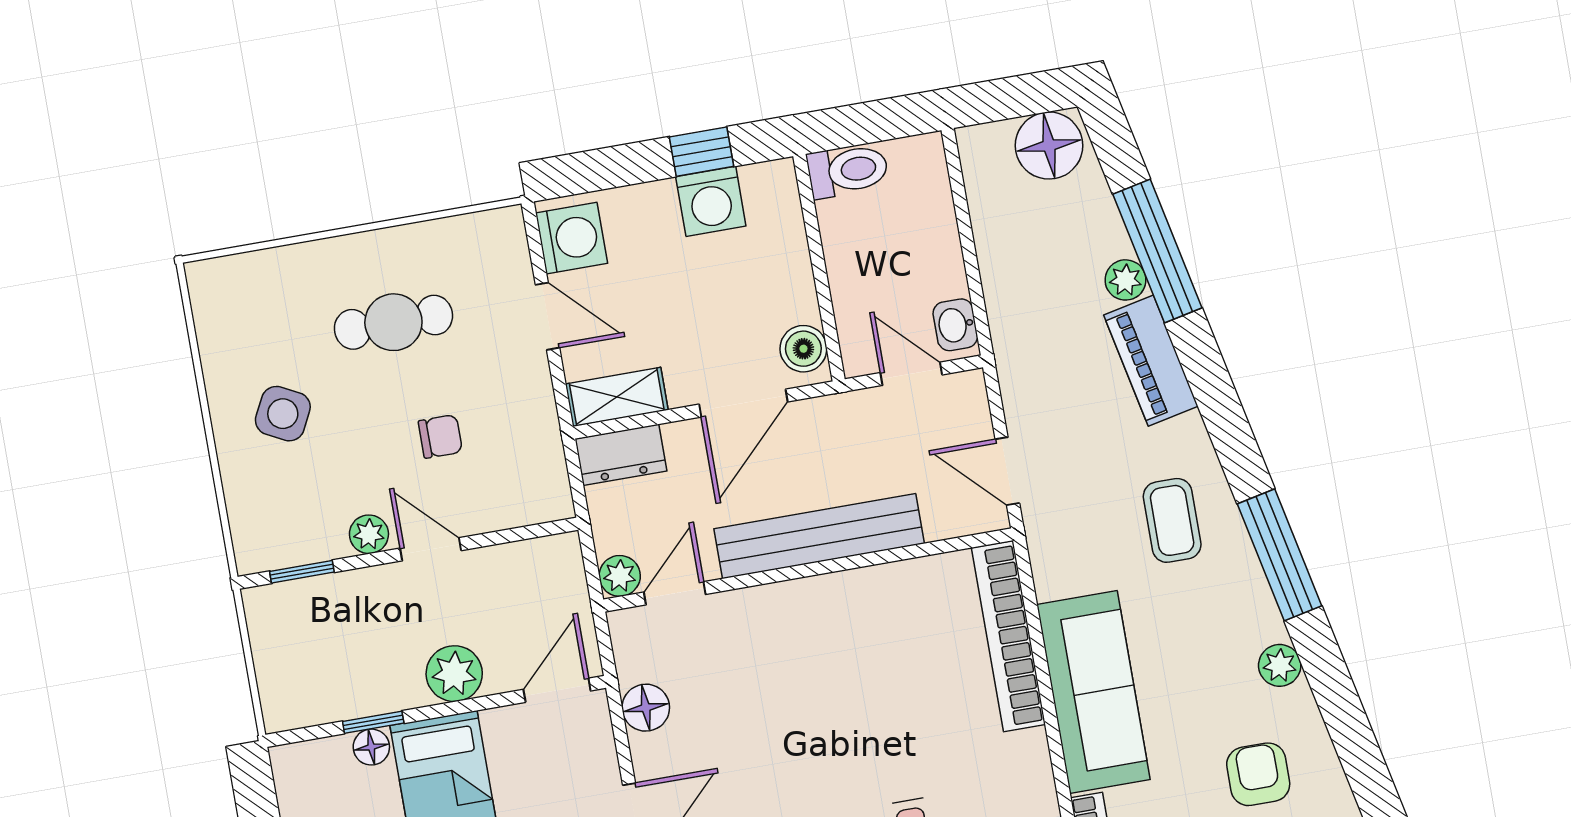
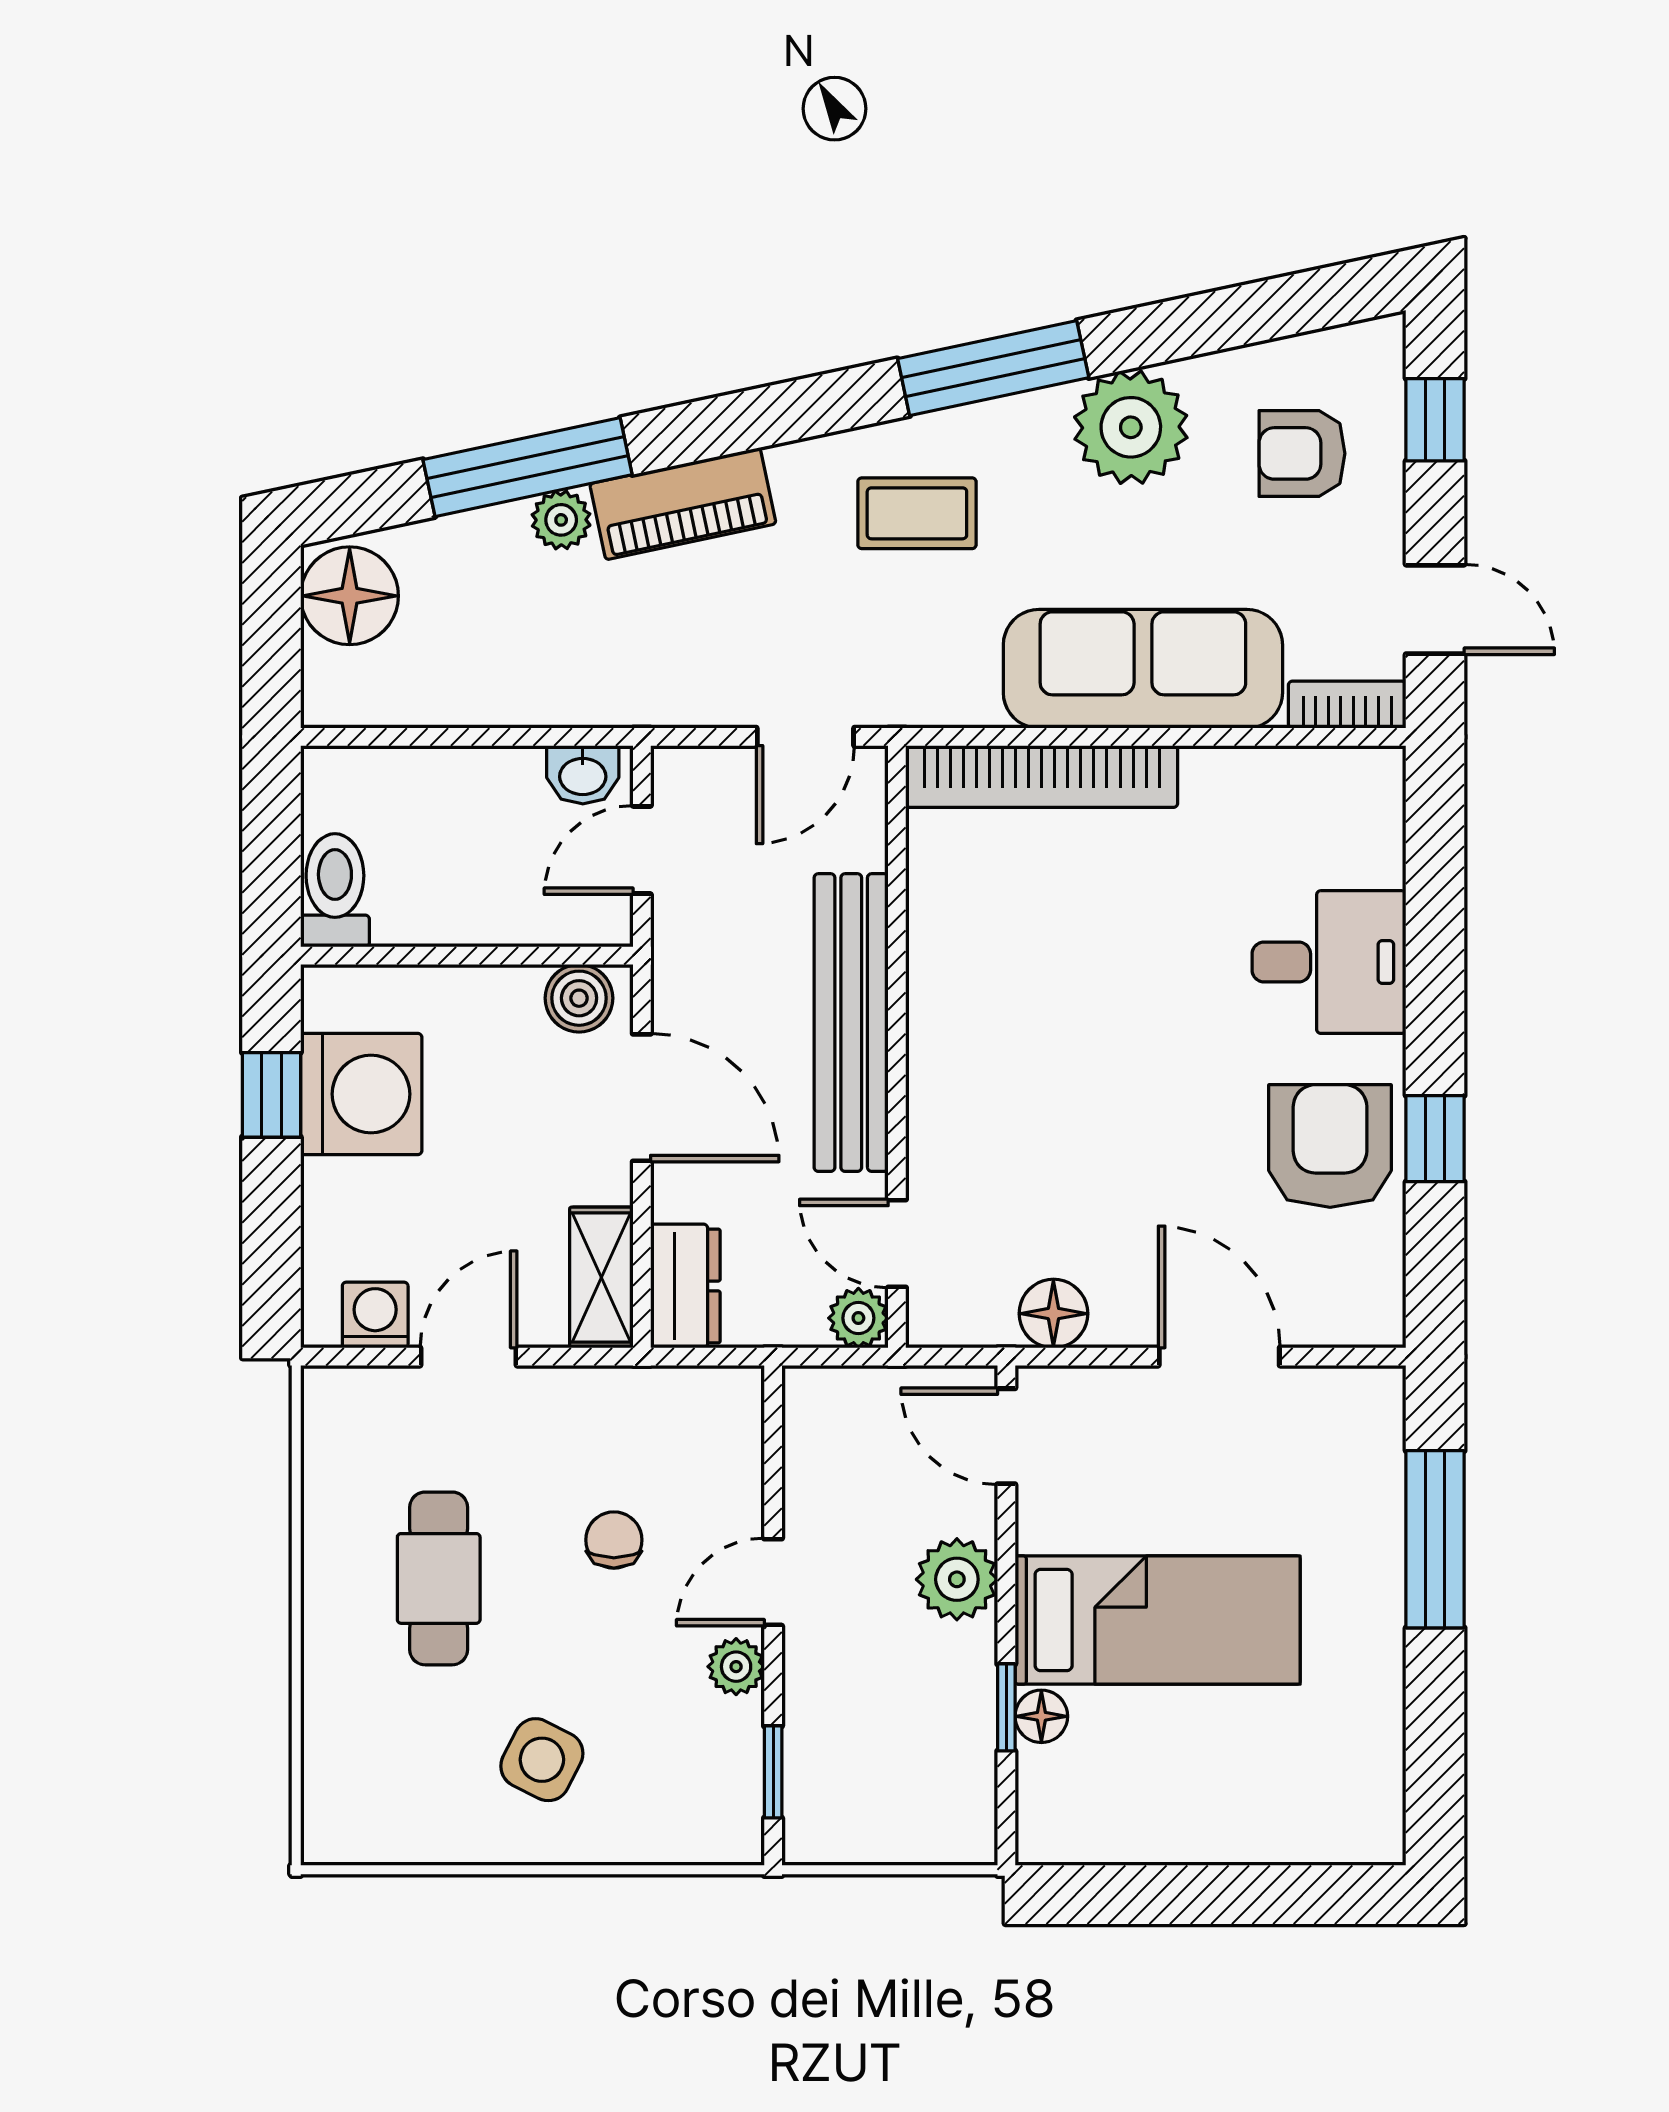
washing machine: (711, 201) -> (361, 1094), width x1.37, depth x1.37
washing machine: (572, 238) -> (375, 1315), width x0.73, depth x0.73
plant: (1280, 665) -> (1131, 427), width x1.87, depth x1.87

